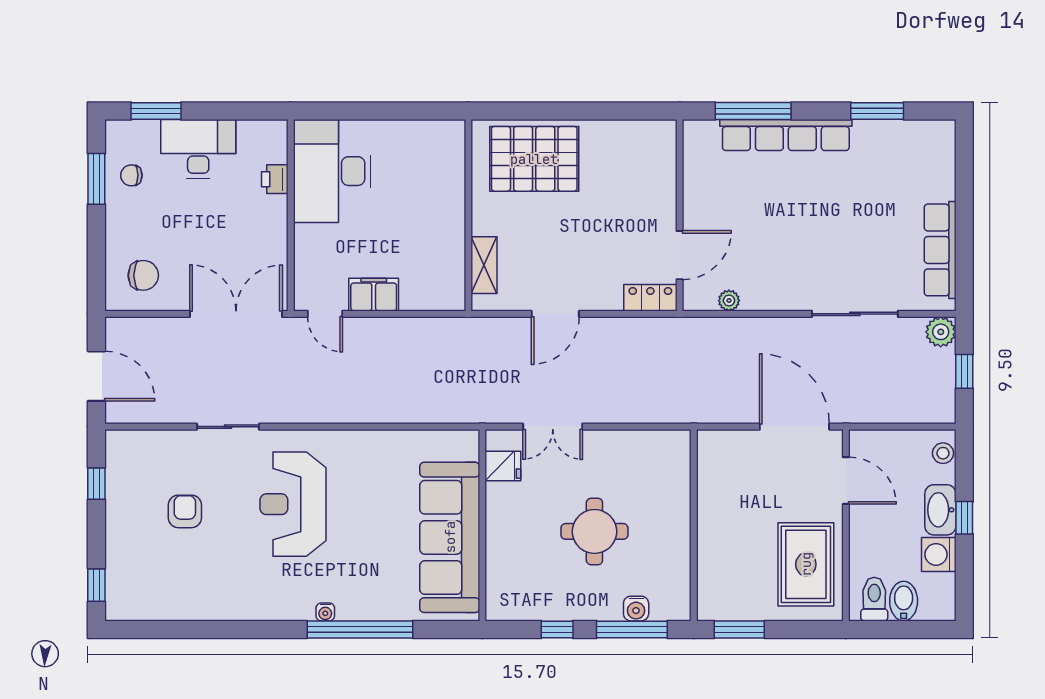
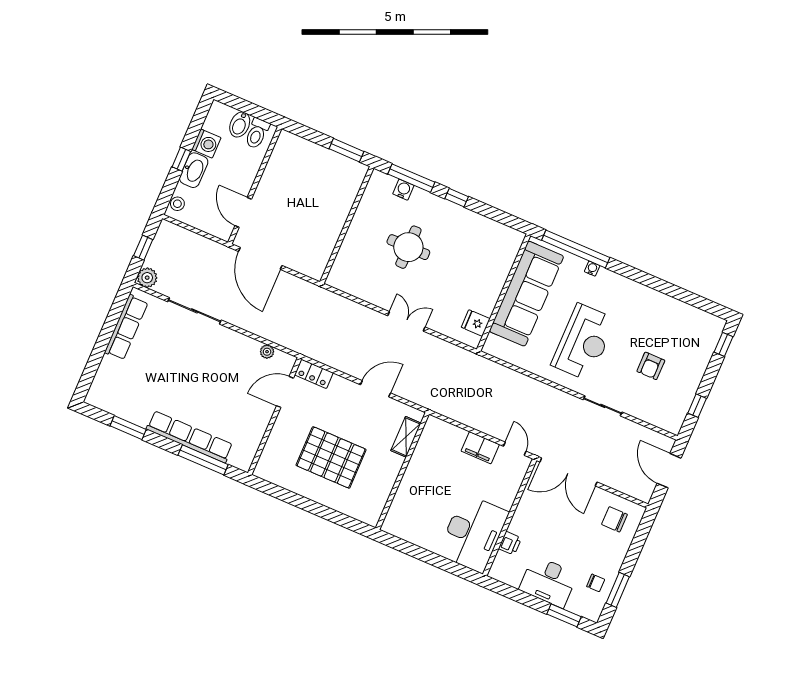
pallet: (534, 159) -> (331, 457), moved
fridge: (503, 466) -> (476, 323), moved
wall: (482, 525) -> (503, 293), moved
sofa: (450, 537) -> (526, 294), moved
rug: (806, 564) -> (289, 172), removed

